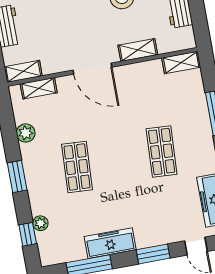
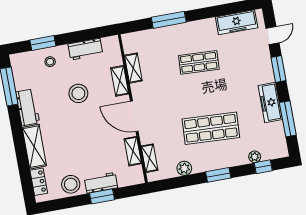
shelving: (181, 63) -> (133, 68), moved
door: (92, 69) -> (134, 116), swing flipped
shelving: (23, 71) -> (133, 151), moved
shop shelf: (77, 167) -> (211, 128), width x1.43, depth x1.36

